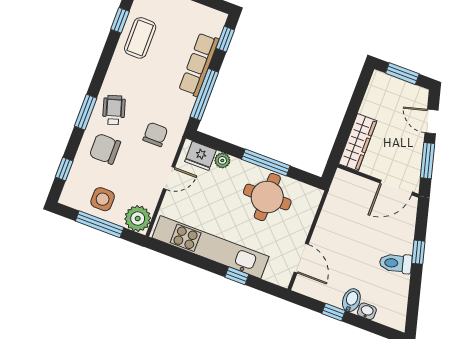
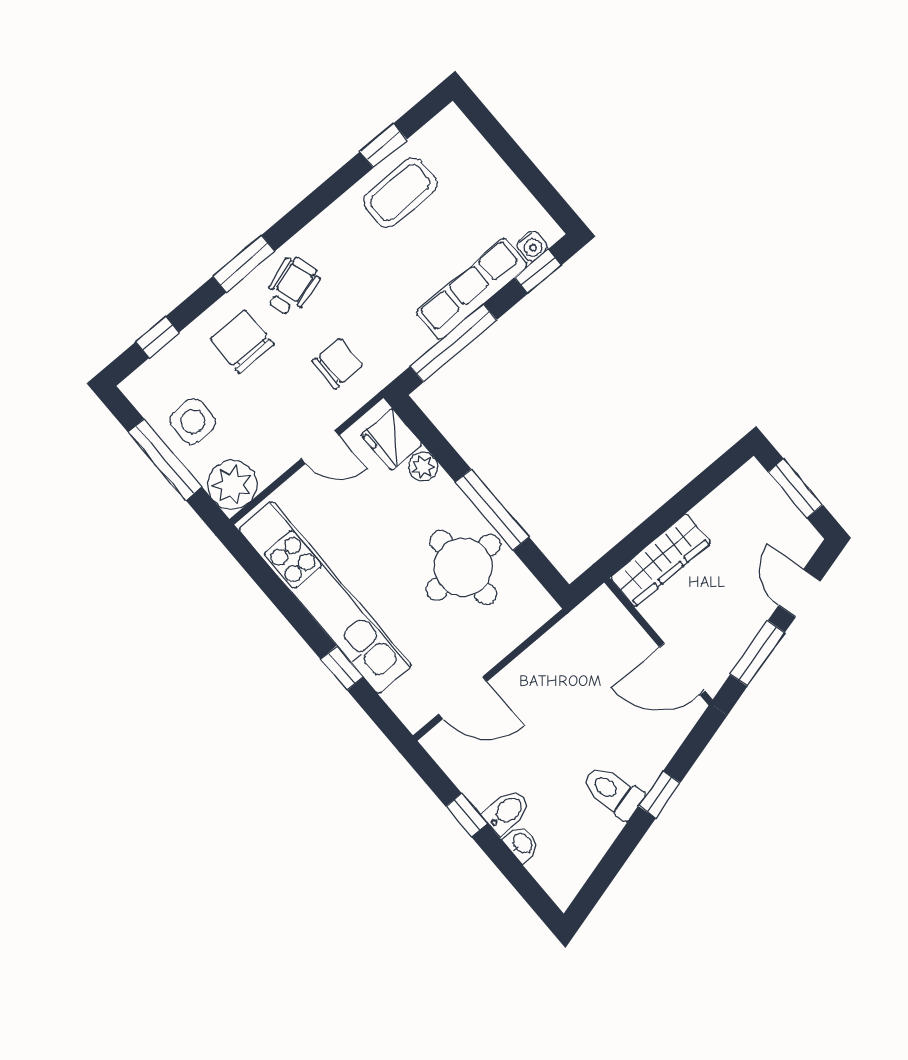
water cooler: (216, 29) -> (532, 246), added
door: (301, 258) -> (463, 698), hinge flipped

